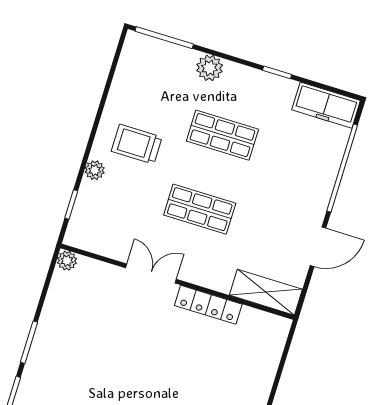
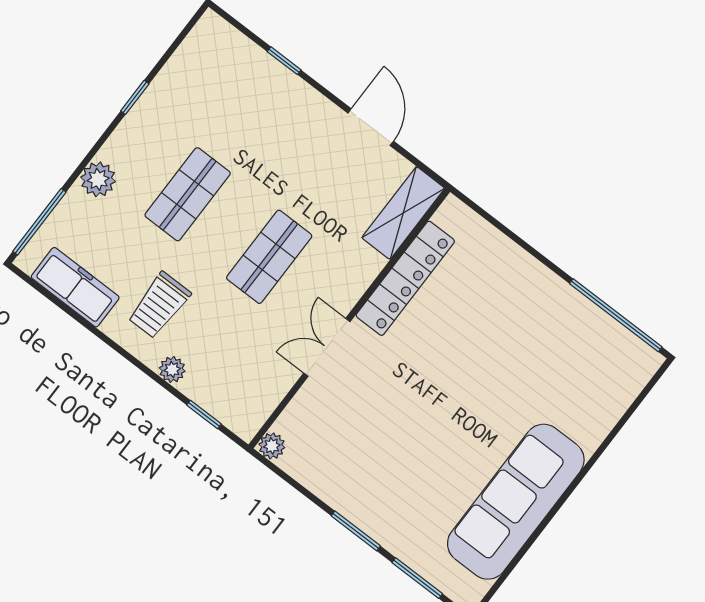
freezer: (326, 105) -> (75, 287), moved, turned -90
window: (342, 168) -> (284, 61), width x0.32
locker: (208, 305) -> (405, 278), width x1.41, depth x1.21

